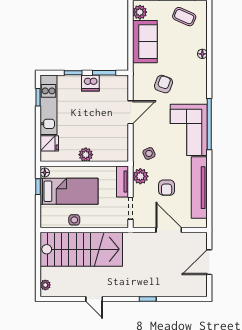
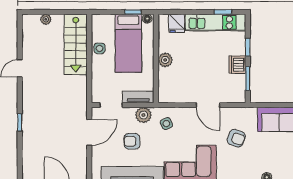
door: (169, 230) -> (89, 132), moved
stairs: (81, 249) -> (76, 44), width x0.73, depth x0.66
plant: (45, 285) -> (46, 19), moved

